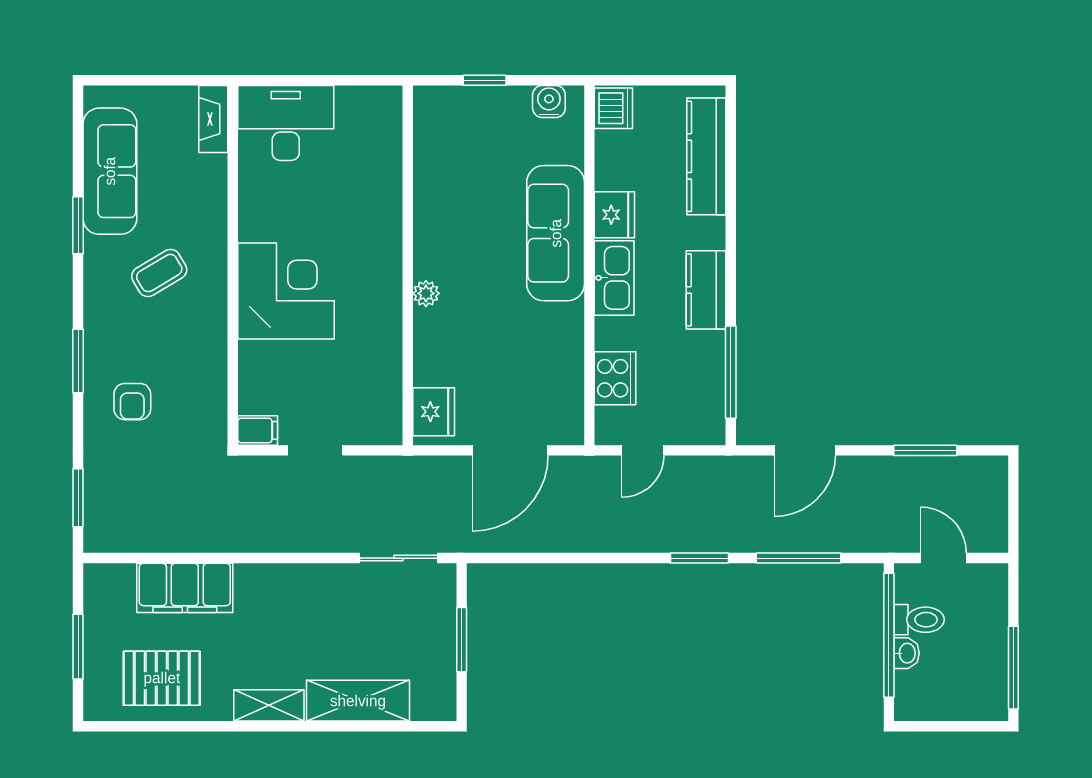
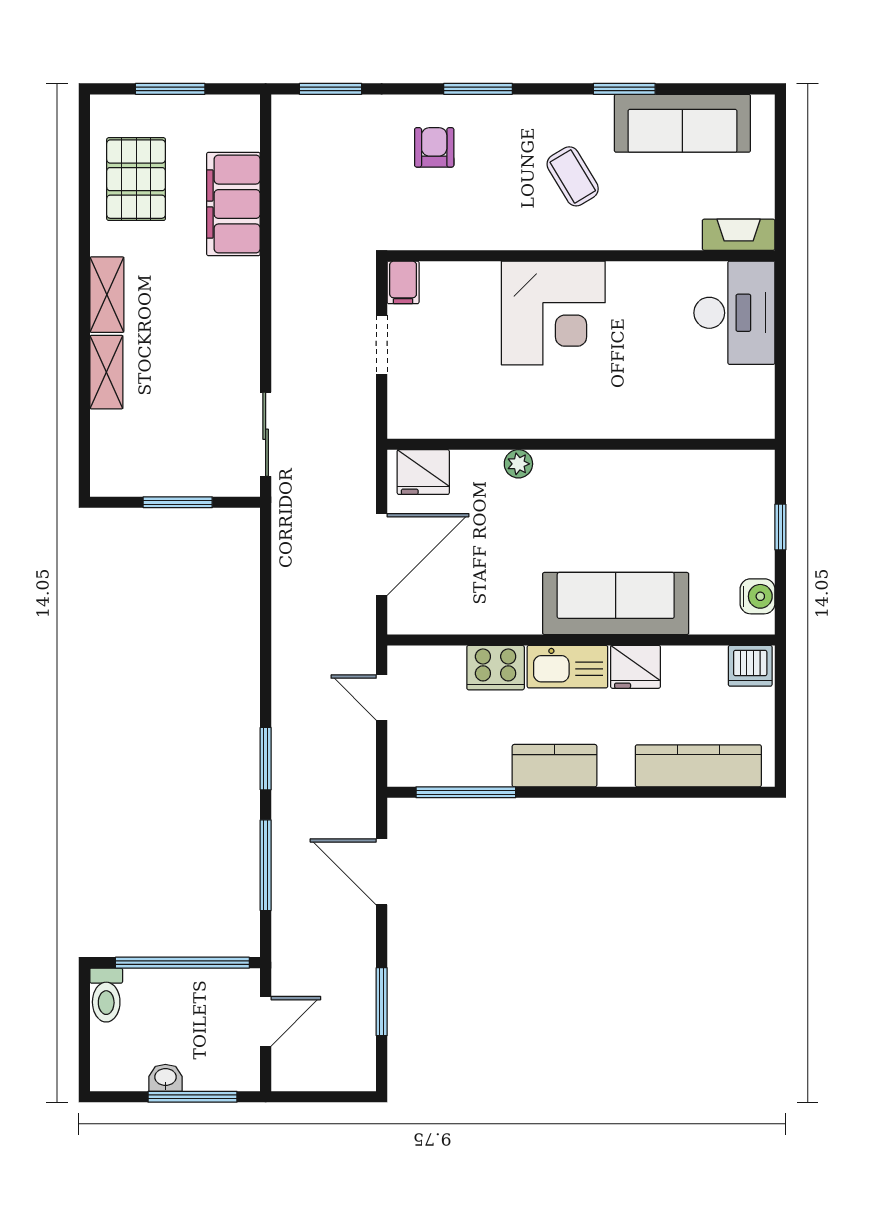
plant: (426, 293) -> (518, 464), moved
cooker: (615, 378) -> (496, 668), moved
armchair: (132, 402) -> (434, 147), turned 90
door: (510, 450) -> (382, 554), swing flipped
toilet: (919, 620) -> (106, 995), moved
washbasin: (906, 653) -> (165, 1078), moved, turned 180
window: (1013, 668) -> (193, 1097), moved
shelving: (358, 701) -> (106, 372), width x0.67, depth x0.75

